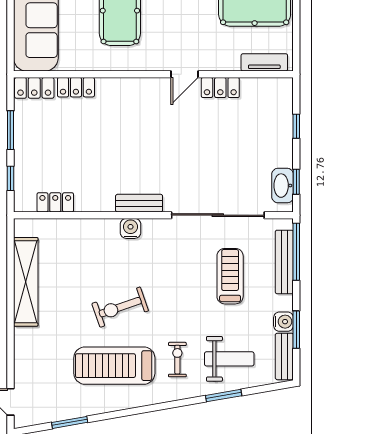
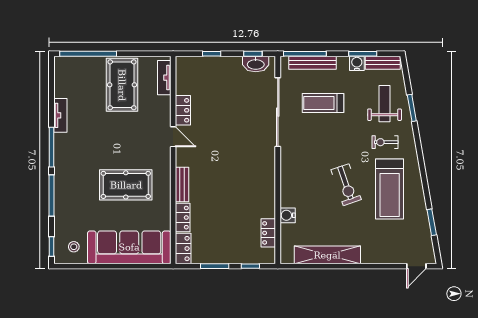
bench: (139, 203) -> (182, 185), moved
water cooler: (130, 228) -> (288, 215), moved

